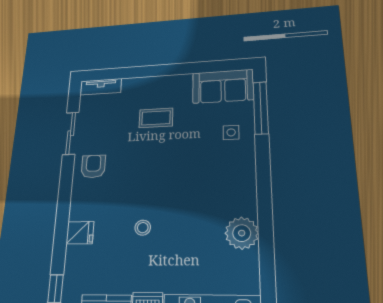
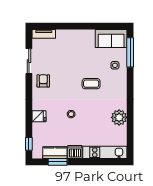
coffee table: (156, 118) -> (91, 84), moved

